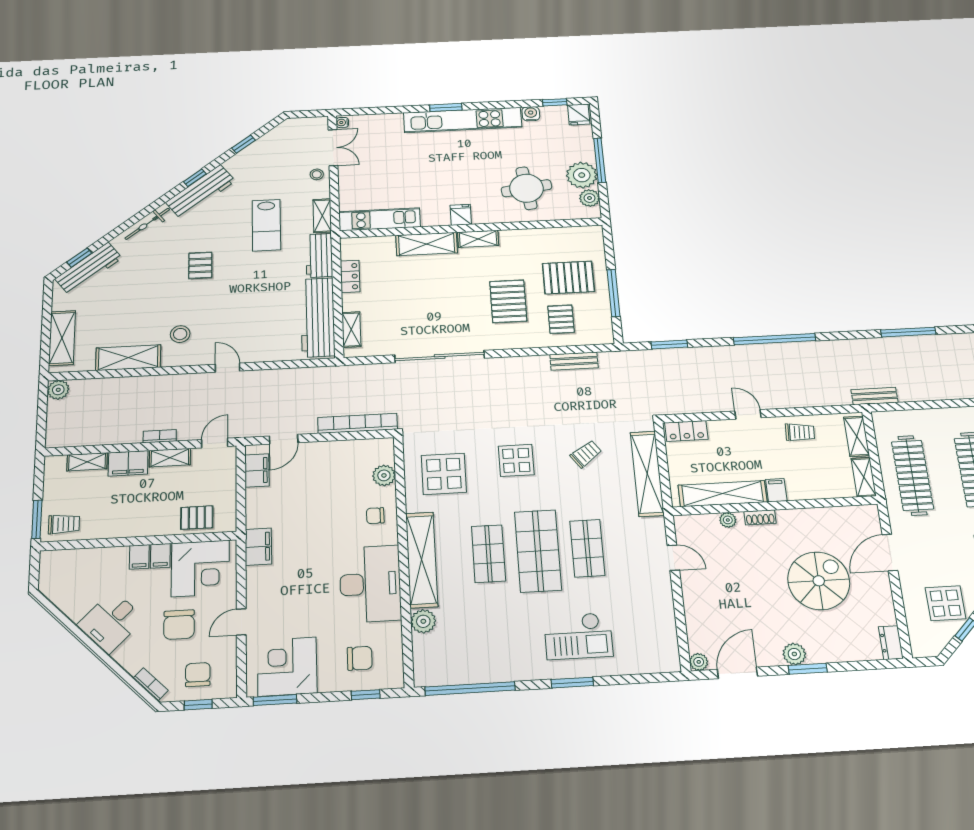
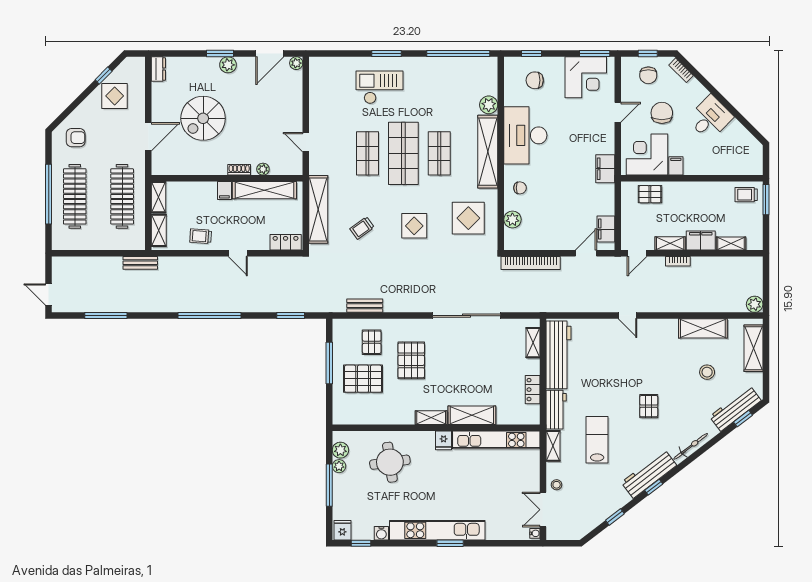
plant: (582, 175) -> (339, 466), width x0.53, depth x0.53
kitchen unit: (380, 219) -> (496, 440), width x1.36
stool: (180, 334) -> (707, 372), moved
filing cabinet: (139, 557) -> (691, 166), removed

